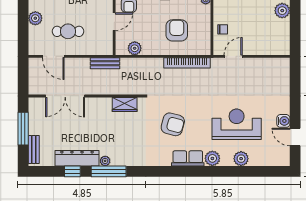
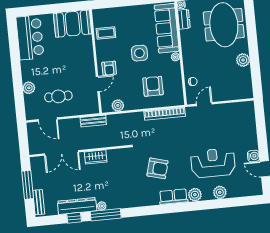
wardrobe: (125, 104) -> (96, 157), moved

